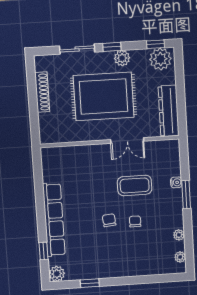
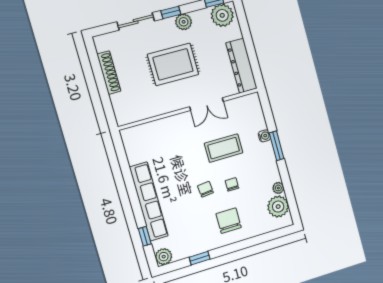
rug: (104, 96) -> (173, 64), width x0.73, depth x0.69
chair: (125, 255) -> (229, 221), added
plant: (180, 257) -> (278, 207), width x1.88, depth x1.88

